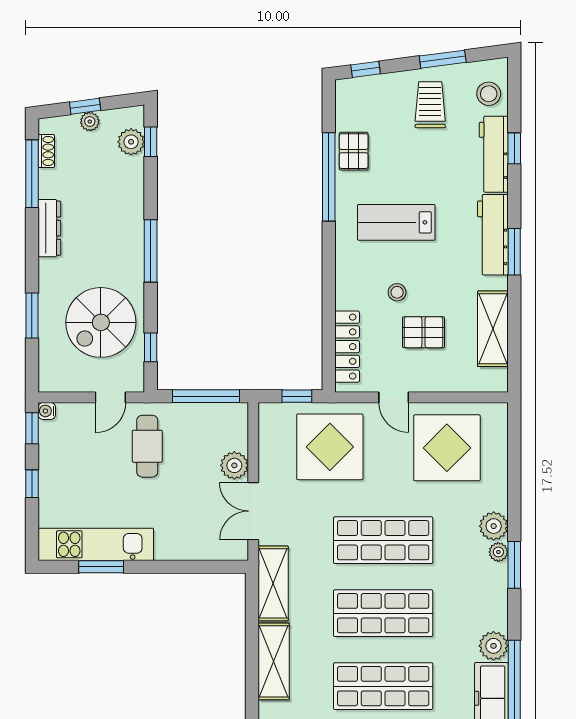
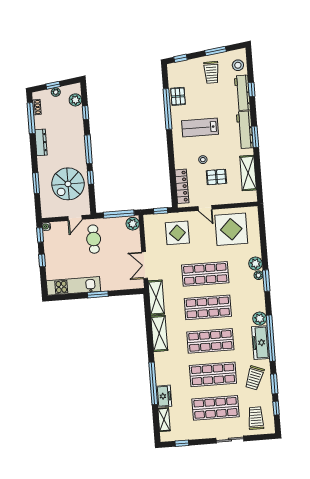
trolley: (430, 105) -> (211, 72), turned 180
window: (151, 142) -> (85, 113), moved
window: (151, 347) -> (90, 178), moved
display table: (330, 447) -> (177, 233), width x0.73, depth x0.73
plant: (234, 465) -> (133, 224), moved
window: (101, 567) -> (98, 294), moved

